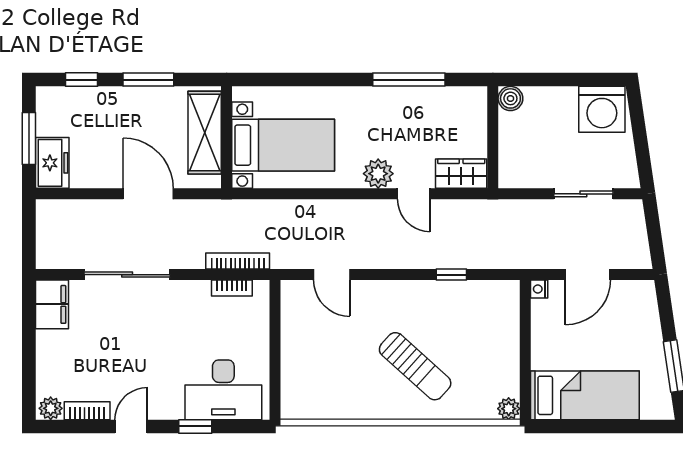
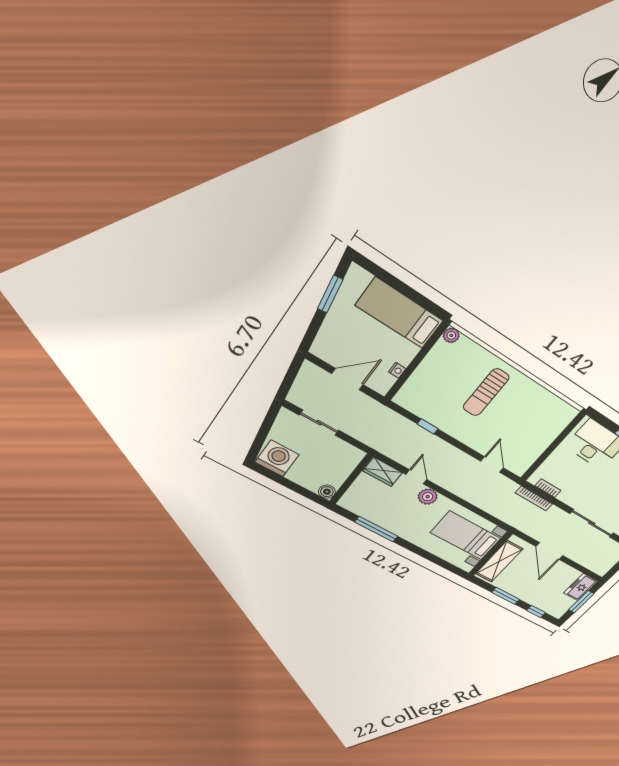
nightstand: (539, 289) -> (397, 370), moved
sun lounger: (415, 366) -> (486, 392), turned -132

